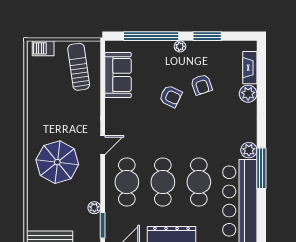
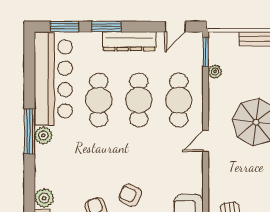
window: (261, 168) -> (29, 131), moved

